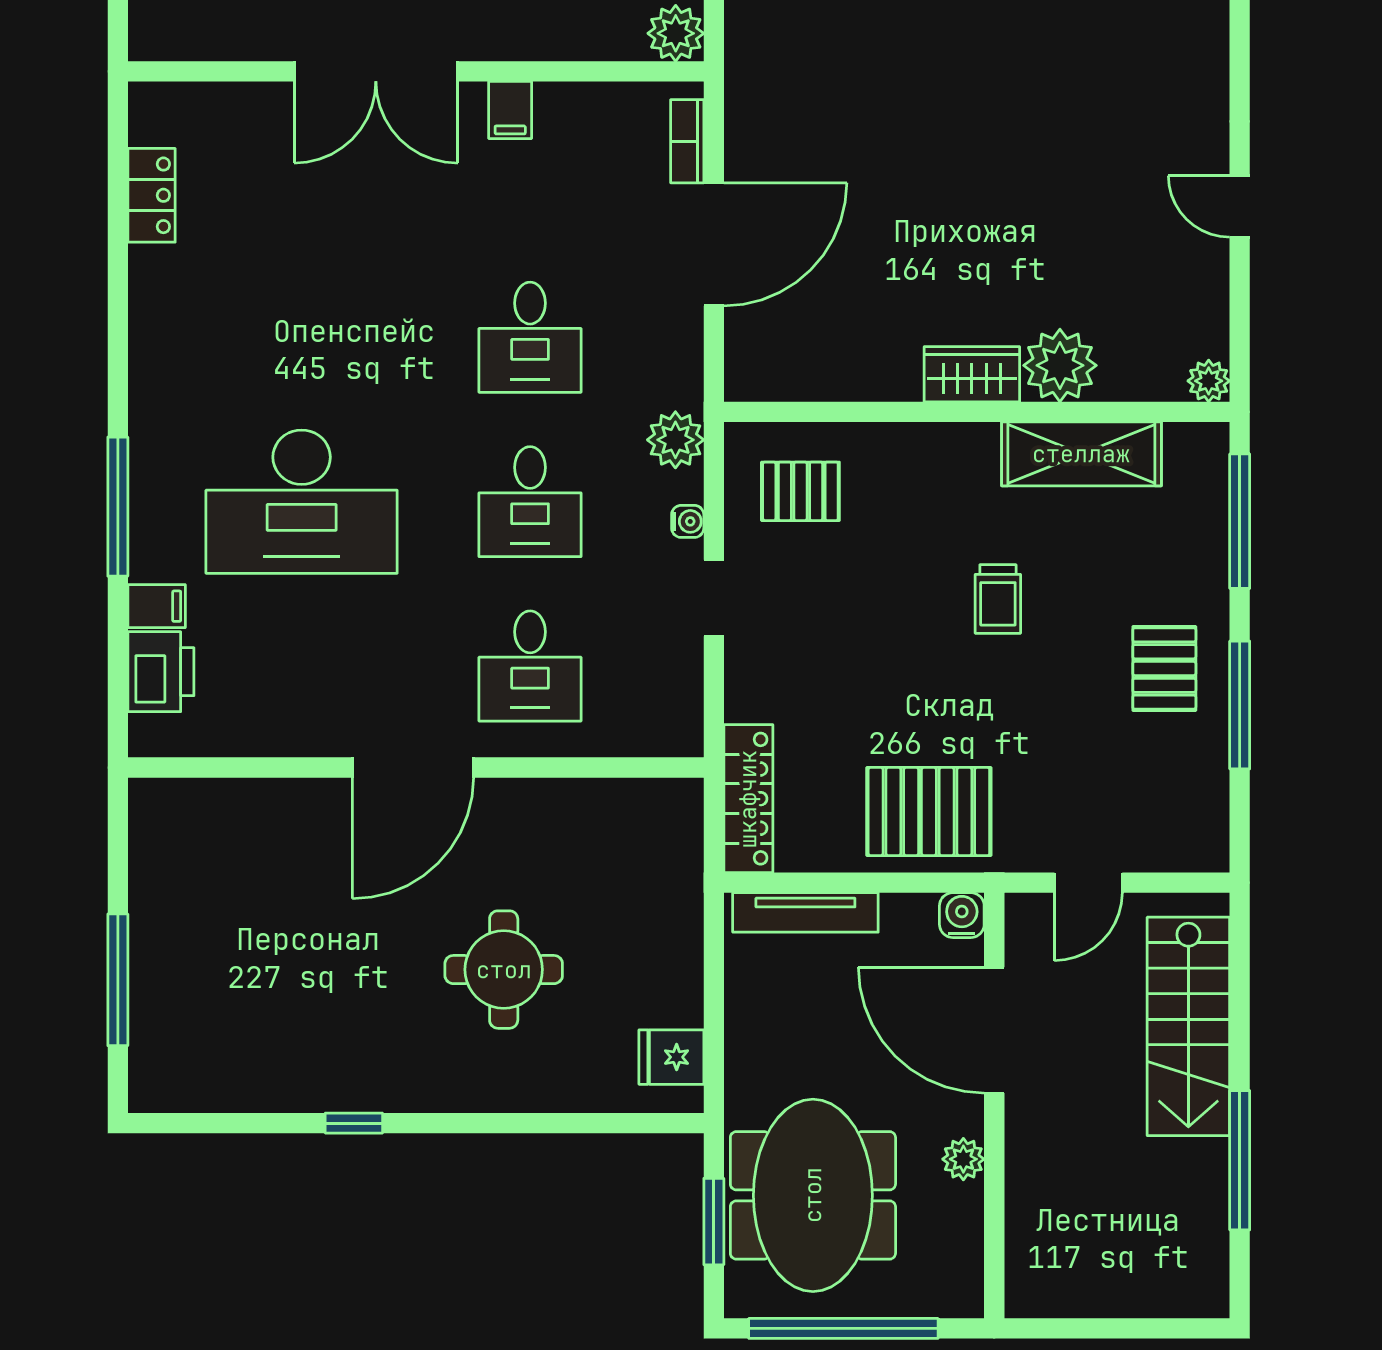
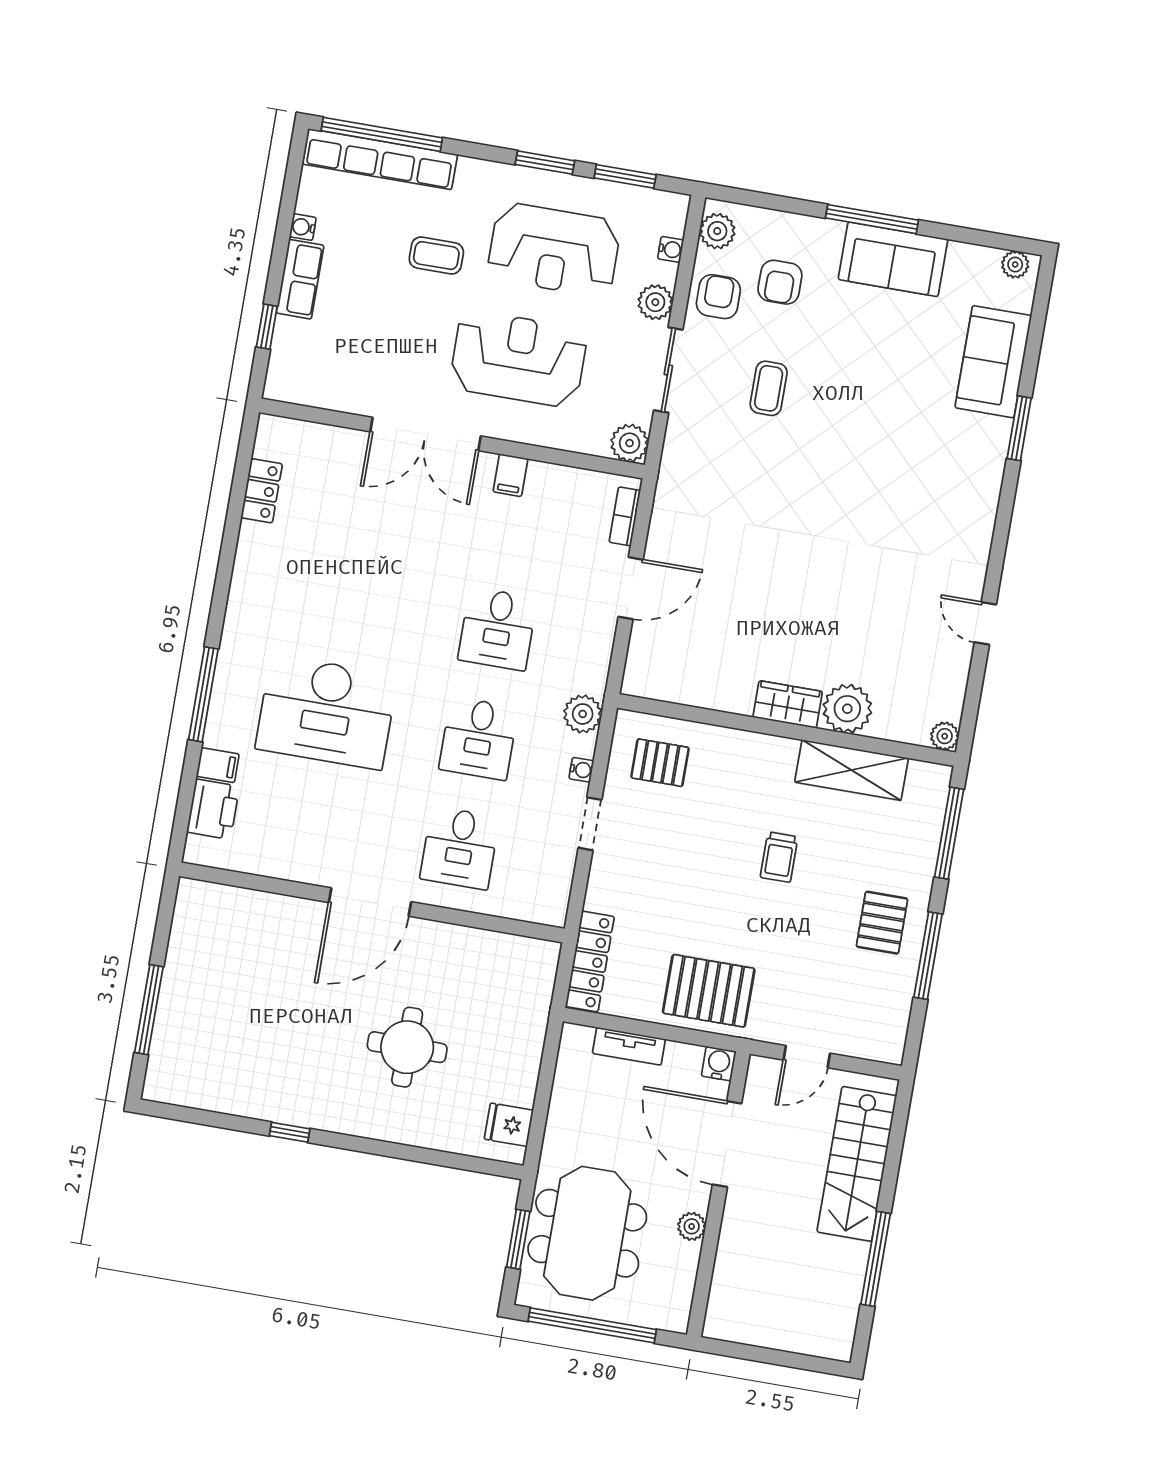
door: (714, 244) -> (631, 588), width x0.73
tv unit: (805, 912) -> (629, 1046), width x0.71

